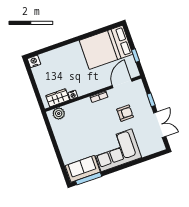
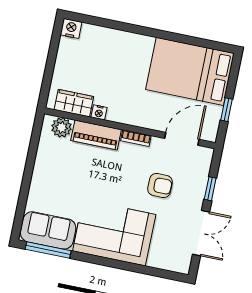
piano: (78, 107) -> (96, 135), added

